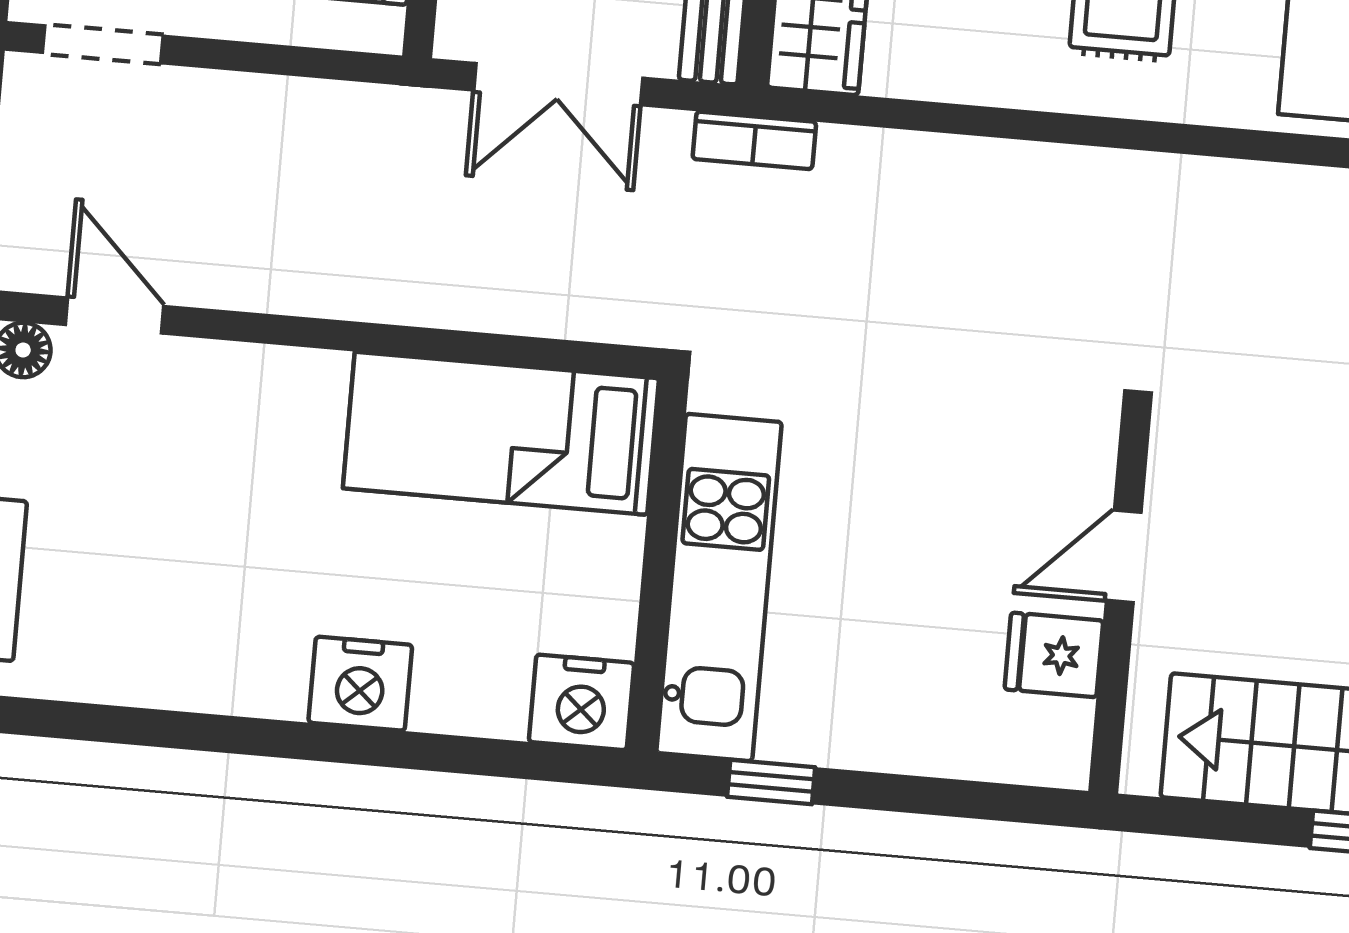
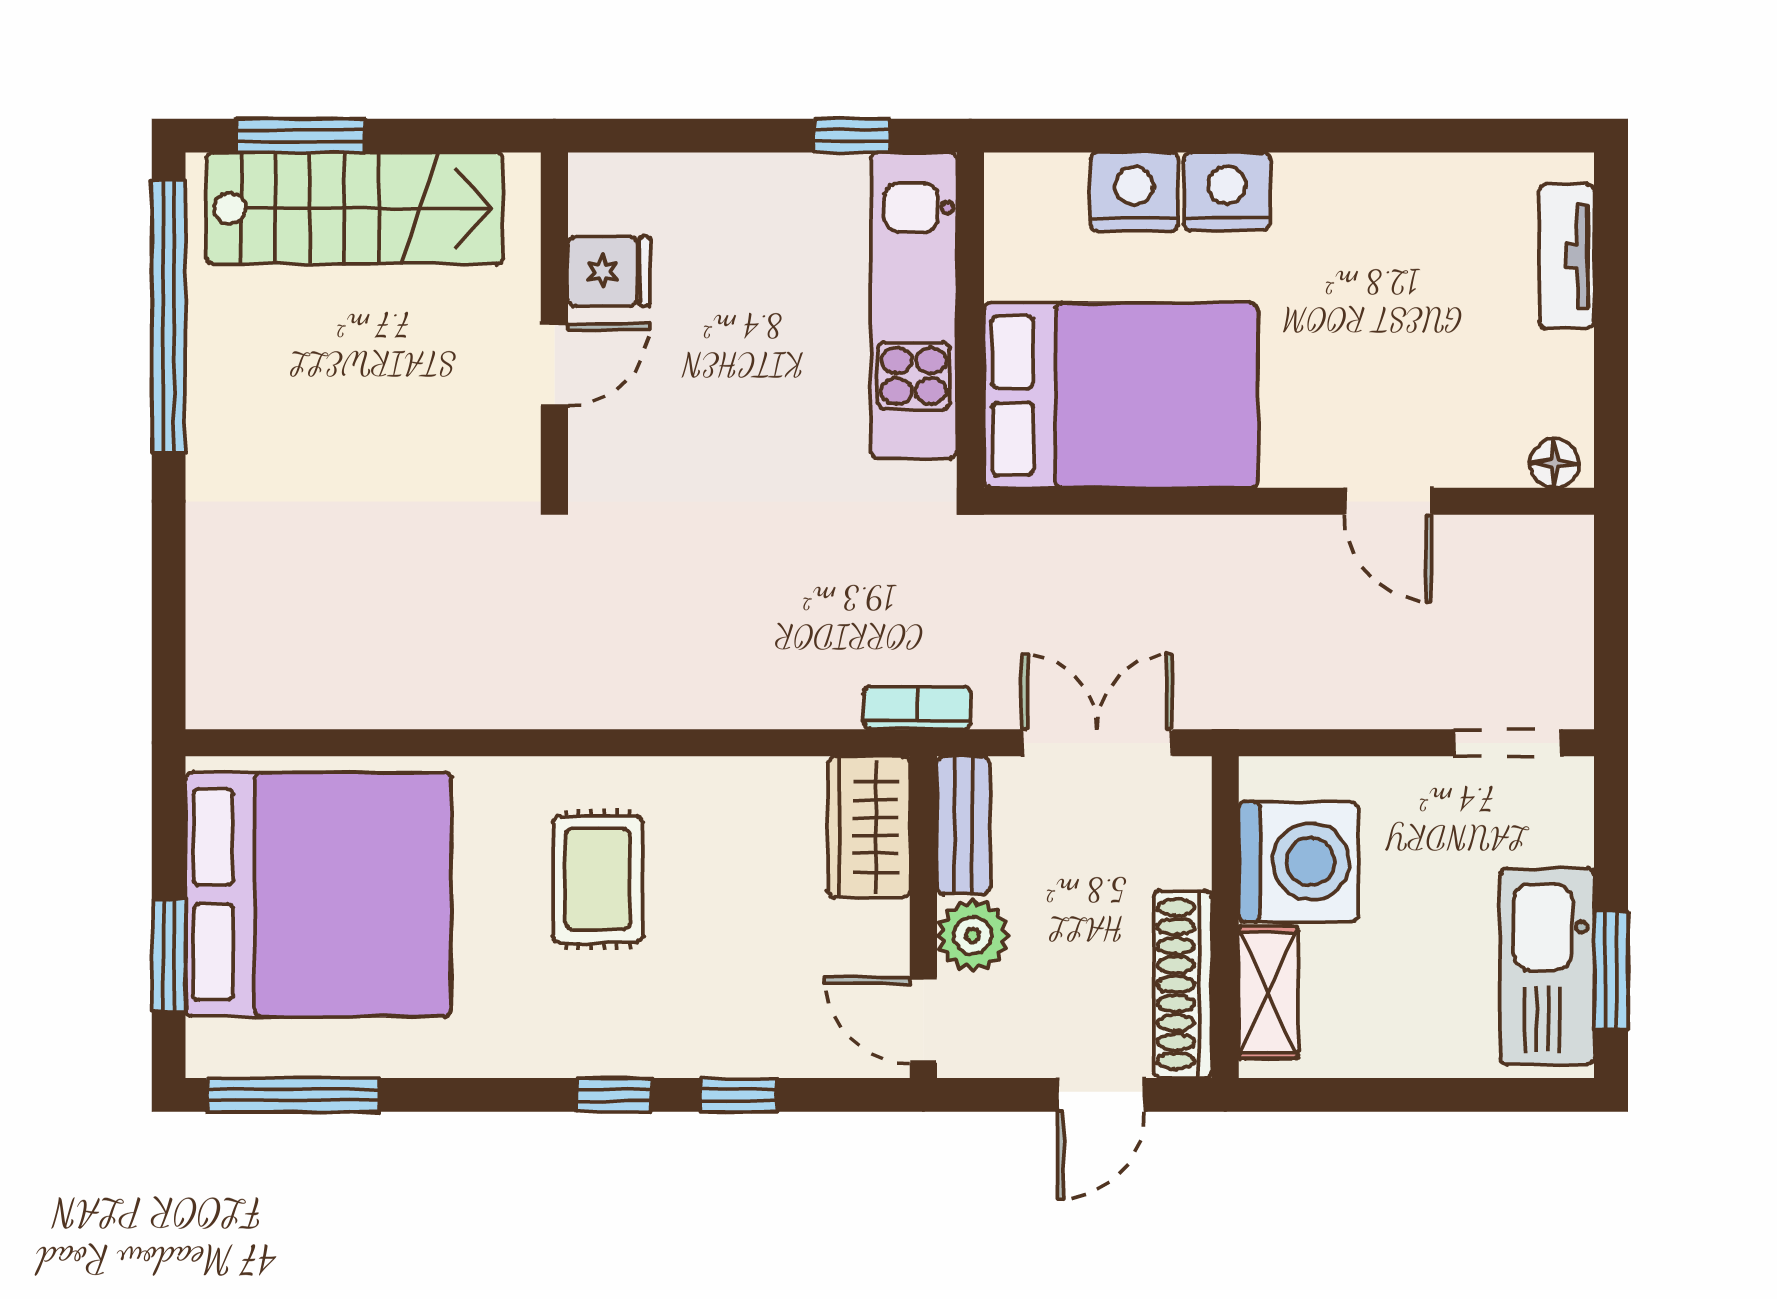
door: (115, 316) -> (1388, 501), moved
bed: (501, 433) -> (1121, 395), width x1.50
nightstand: (581, 702) -> (1134, 192), moved

